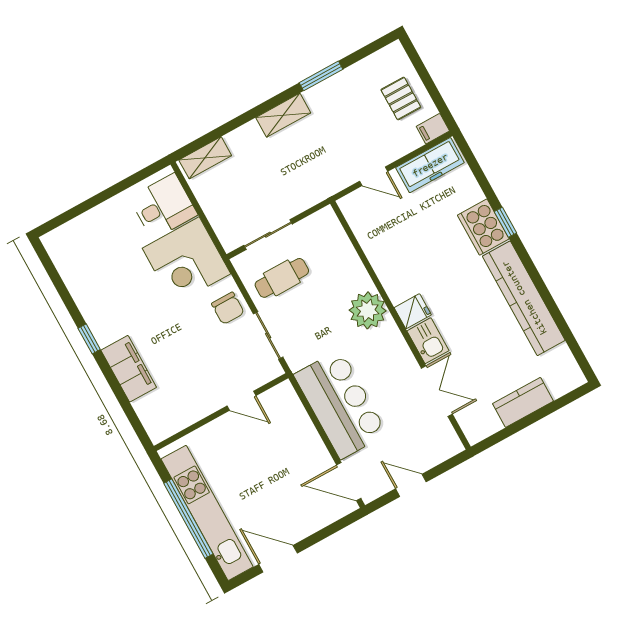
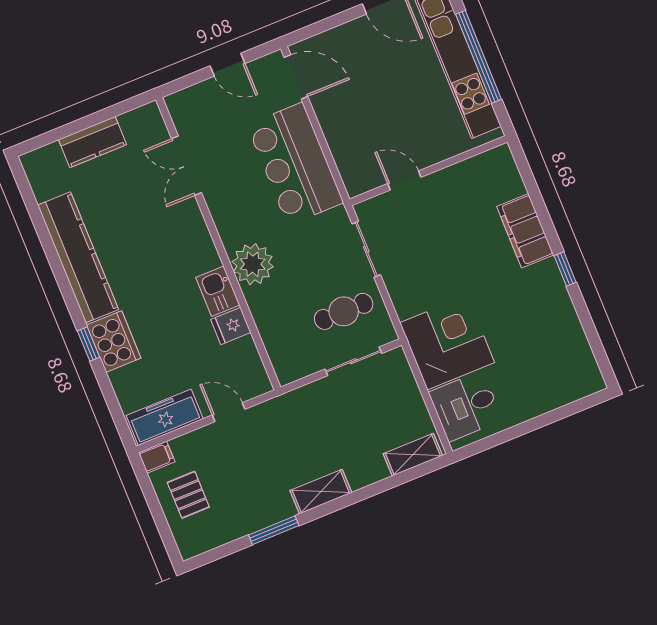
chair: (228, 308) -> (407, 285), removed
fridge: (413, 311) -> (231, 326), moved
kitchen sink: (428, 341) -> (218, 291), moved

